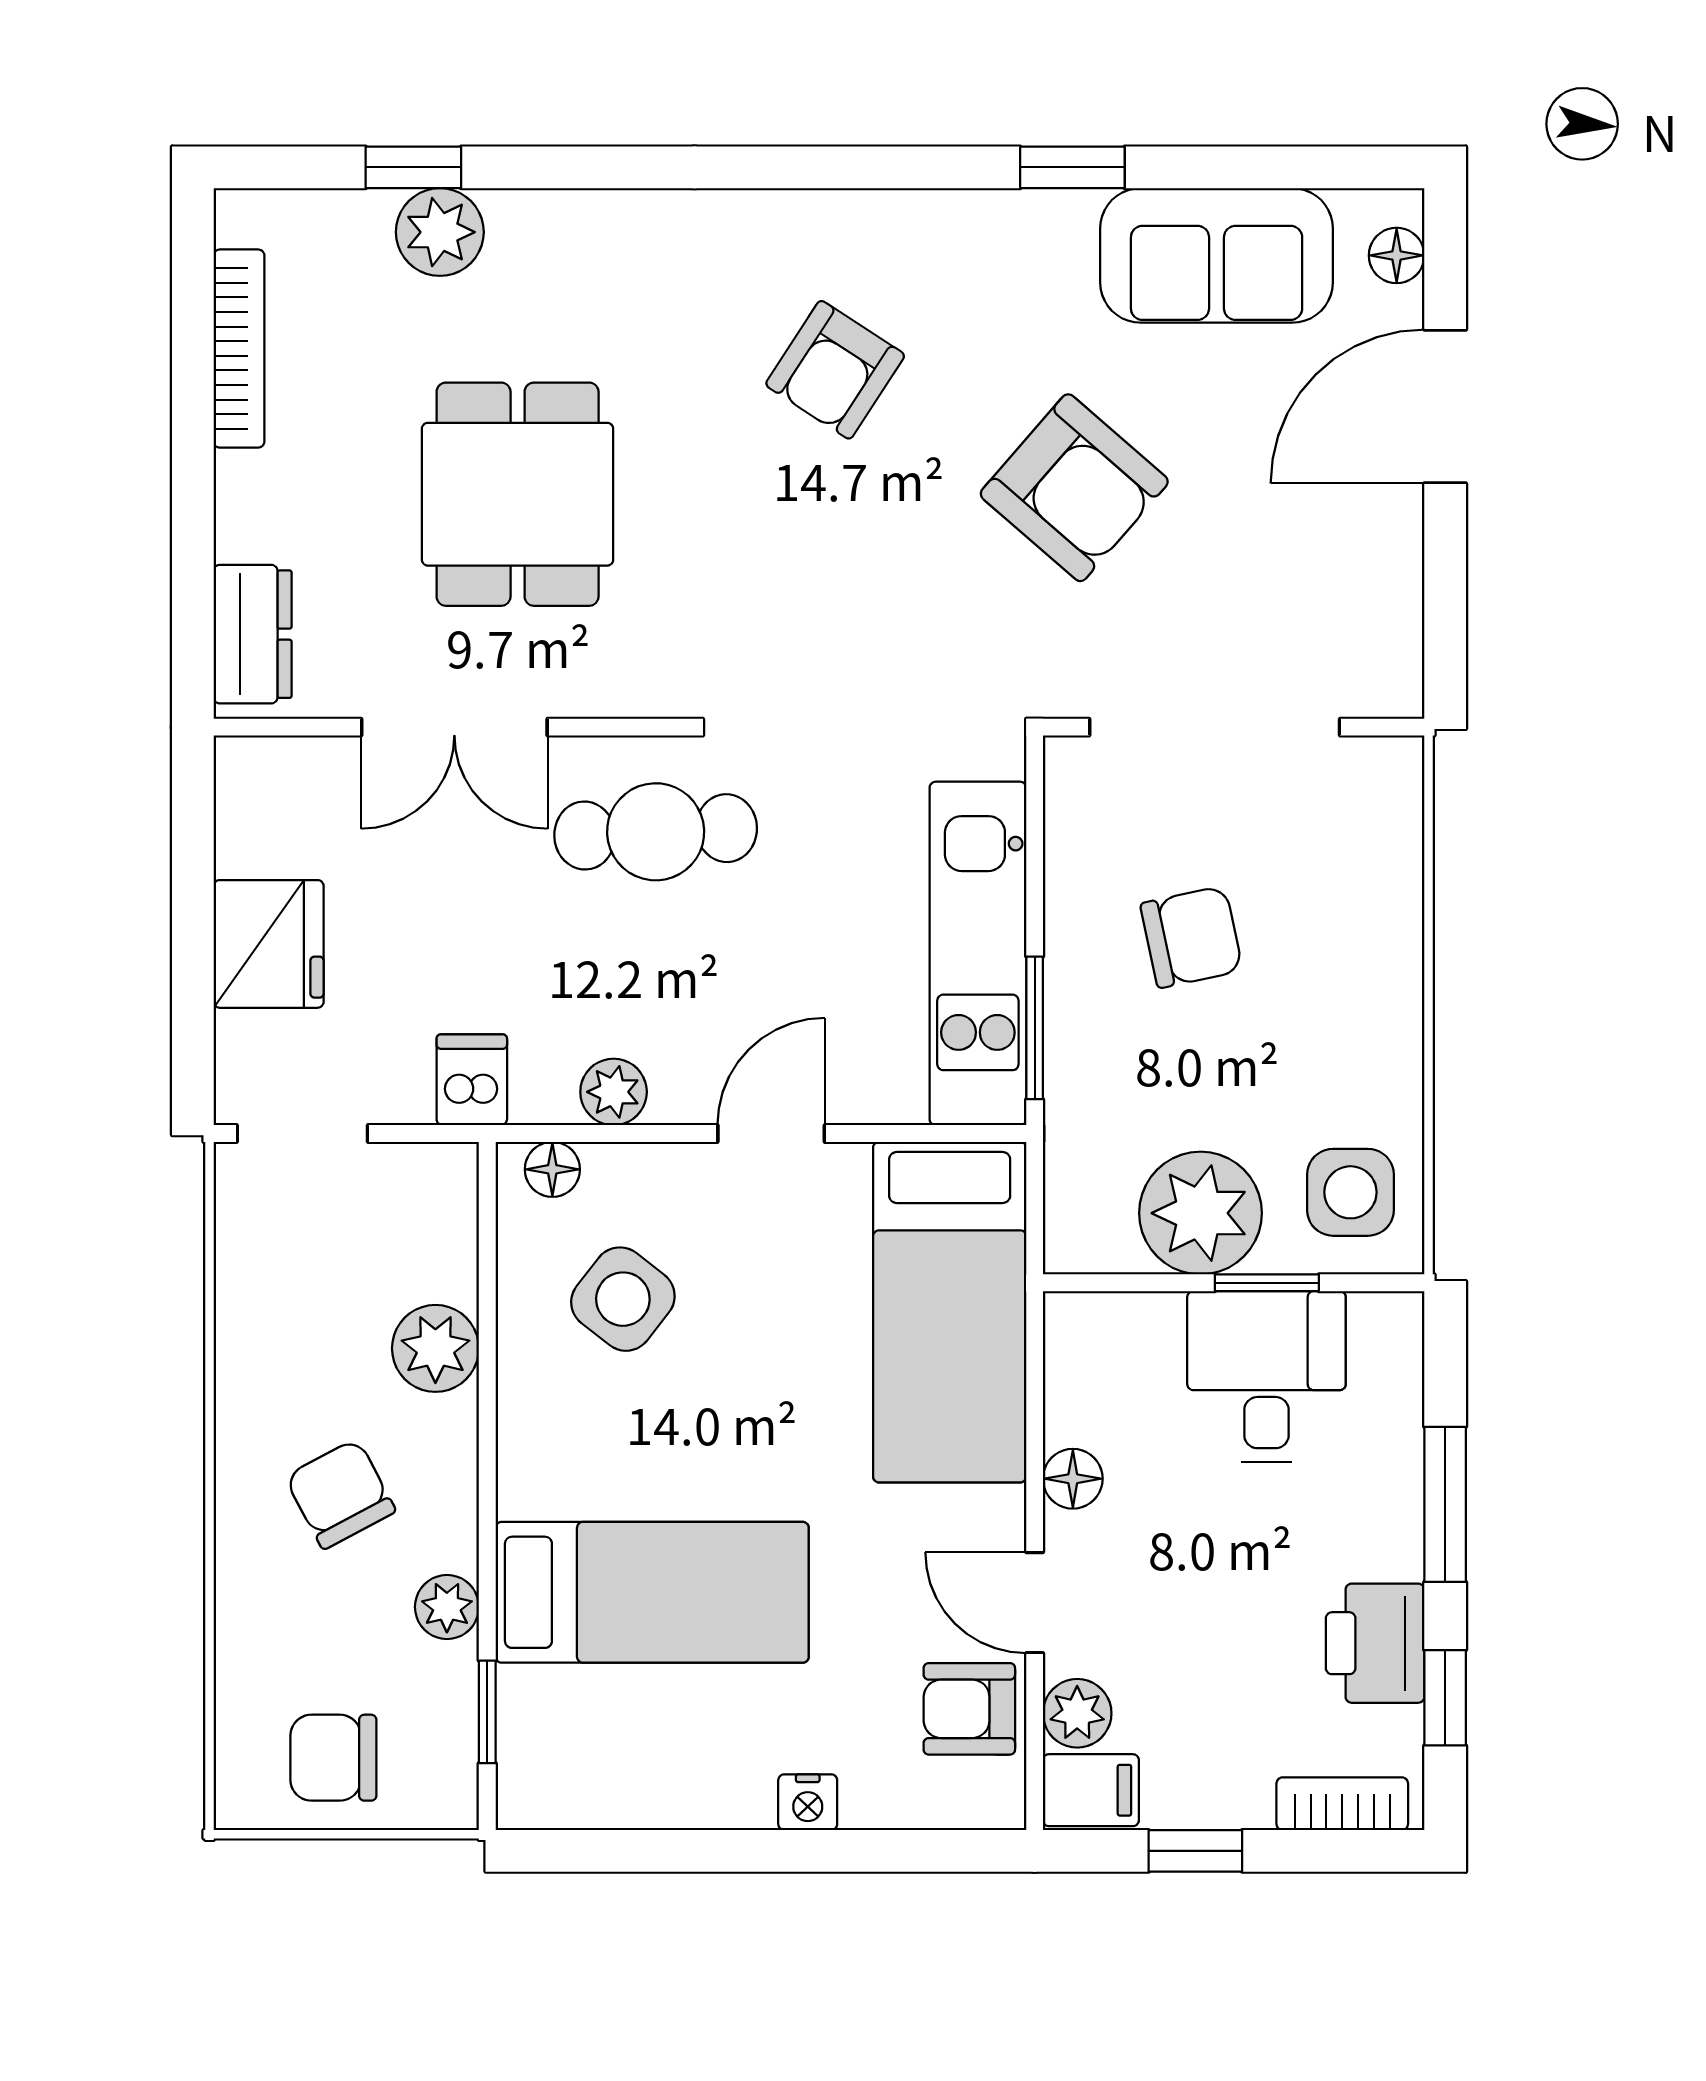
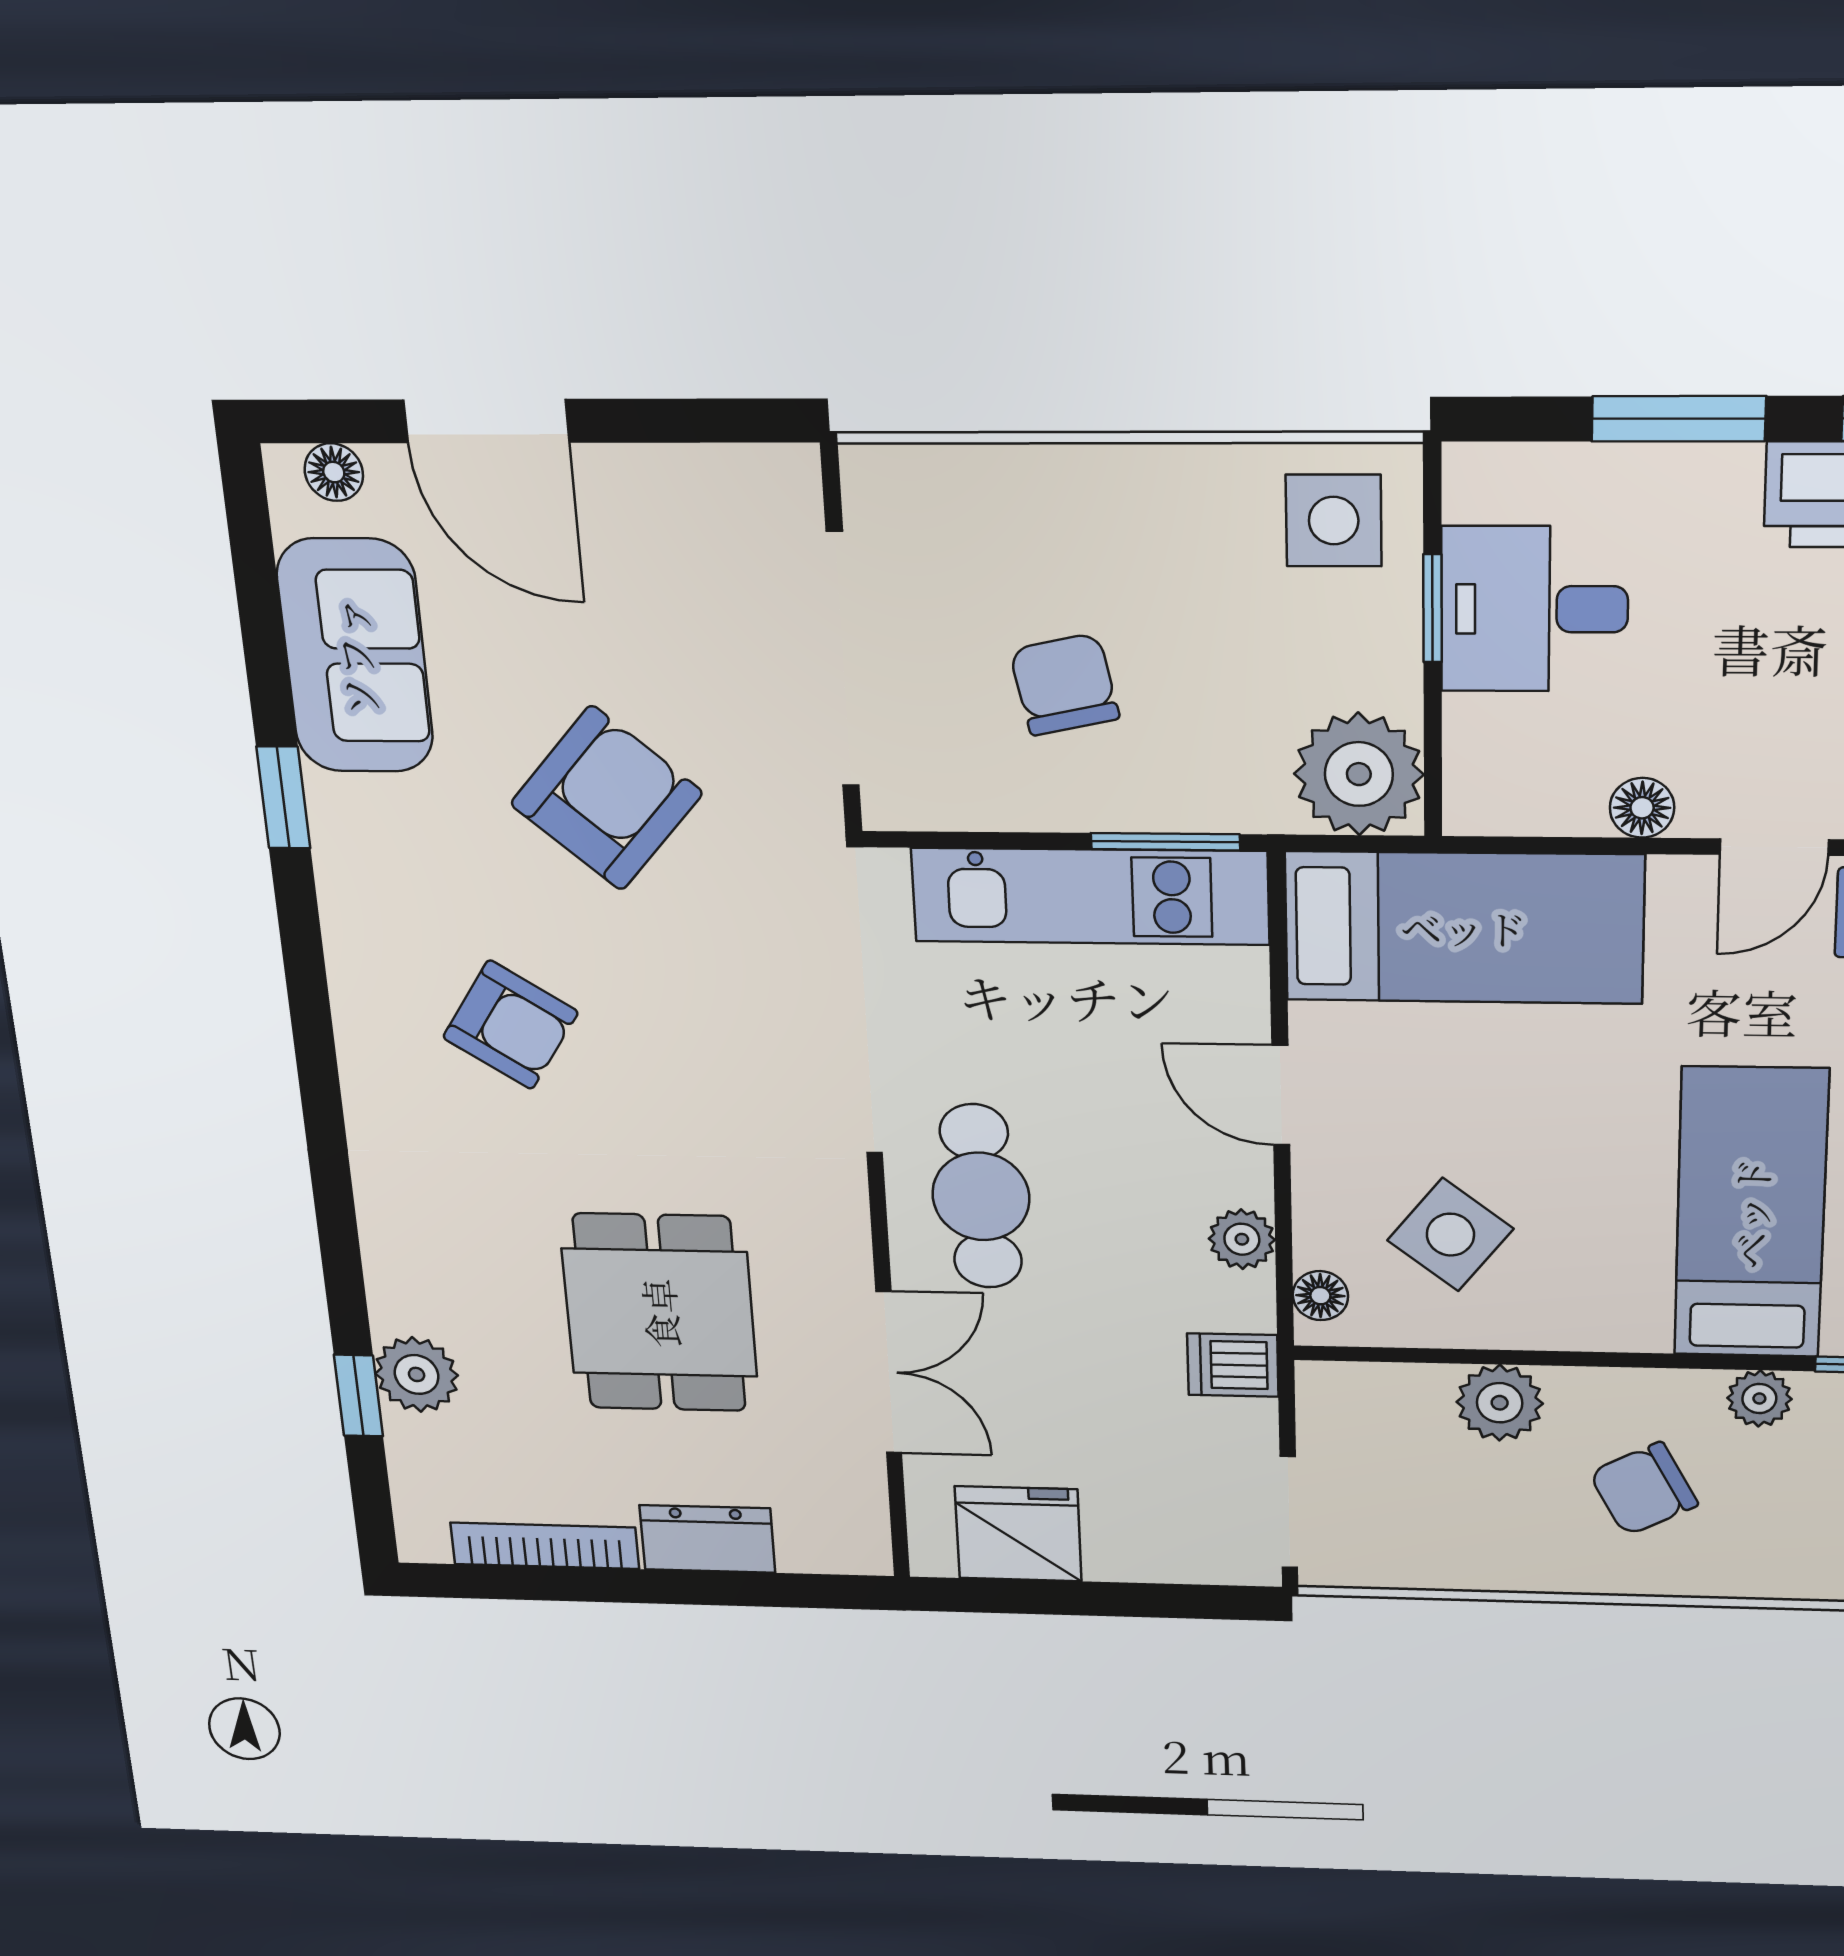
dining table: (518, 494) -> (660, 1313), turned 90
dresser: (253, 634) -> (707, 1539), moved
fridge: (269, 944) -> (1018, 1534), moved
plant: (1201, 1213) -> (1359, 774), moved

